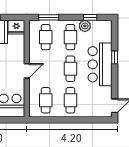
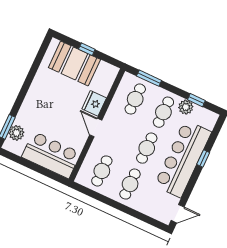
fridge: (16, 27) -> (94, 103), moved, turned 90
bar counter: (100, 64) -> (183, 159), width x1.36
door: (27, 71) -> (96, 127), swing flipped

